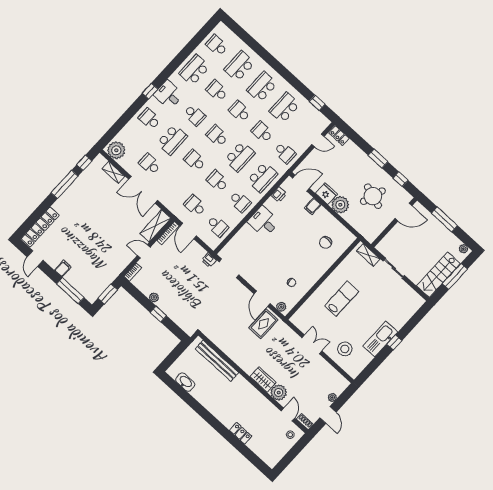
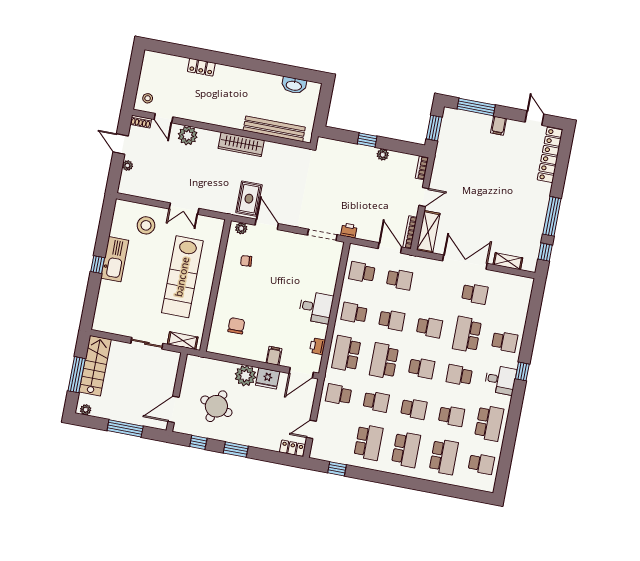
plant: (116, 150) -> (519, 286), removed
lab bench: (342, 299) -> (182, 277), width x1.86, depth x1.39
wardrobe: (263, 380) -> (241, 144), moved, width x1.50

